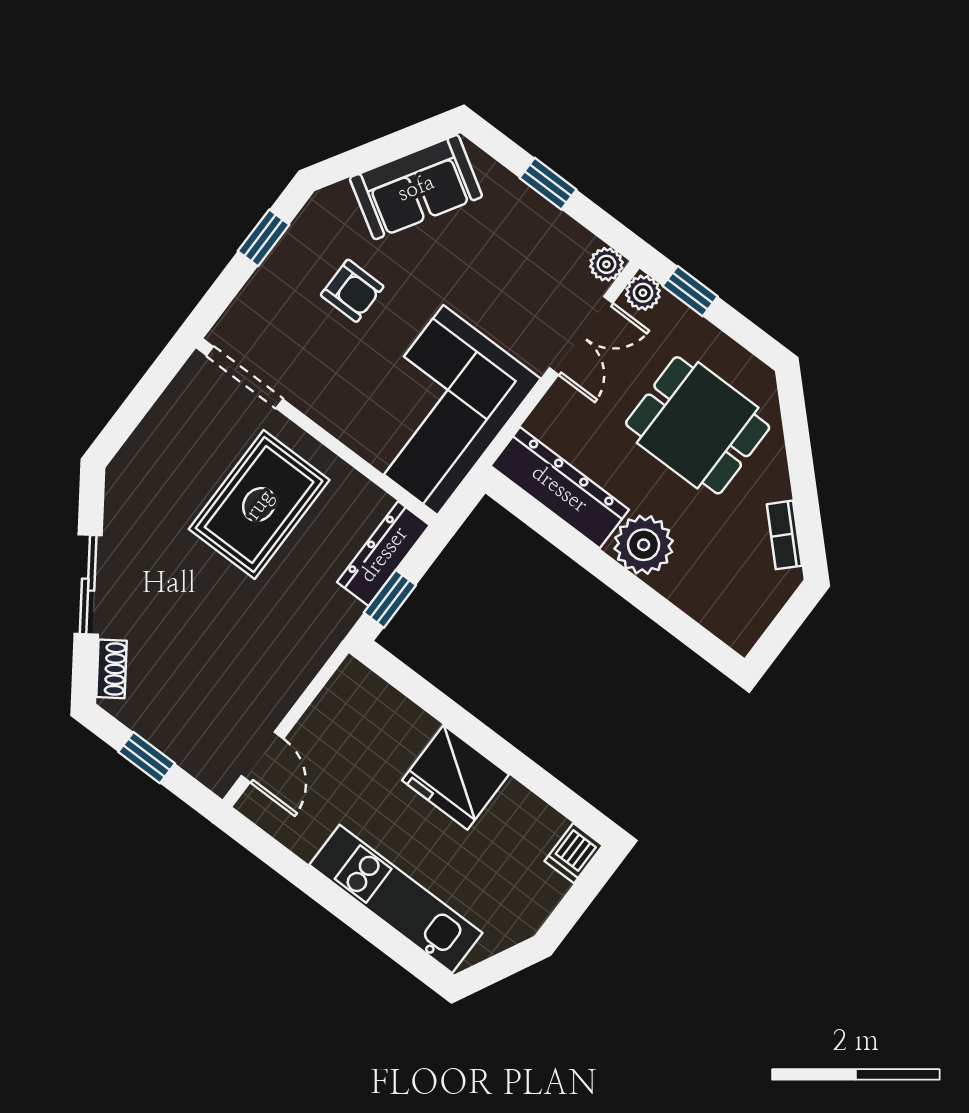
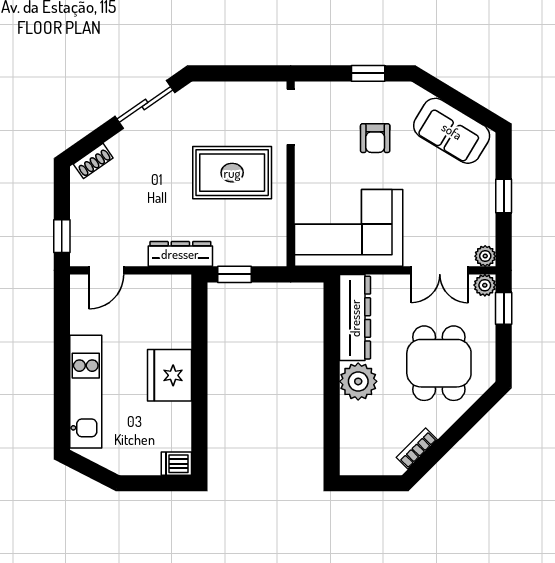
dresser: (383, 554) -> (180, 254), moved
sliding door: (88, 585) -> (145, 104), moved
window: (147, 758) -> (62, 236), moved

